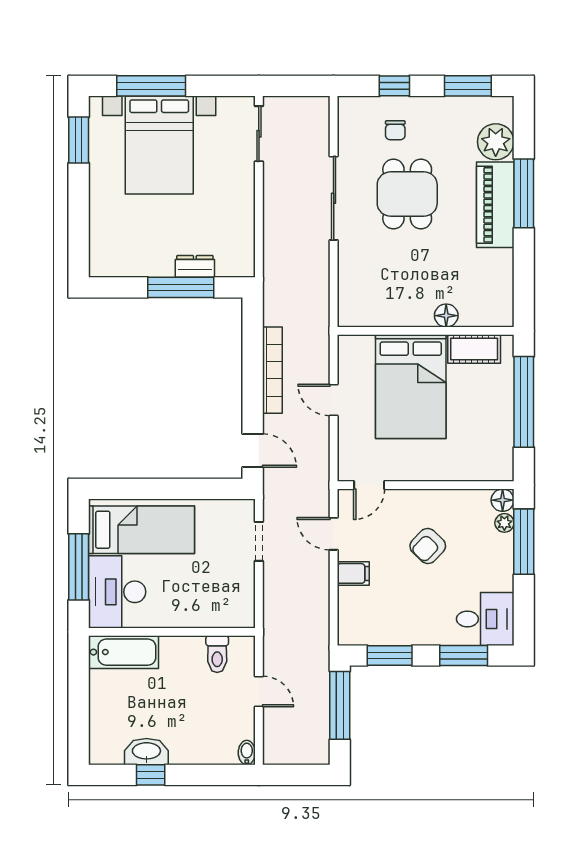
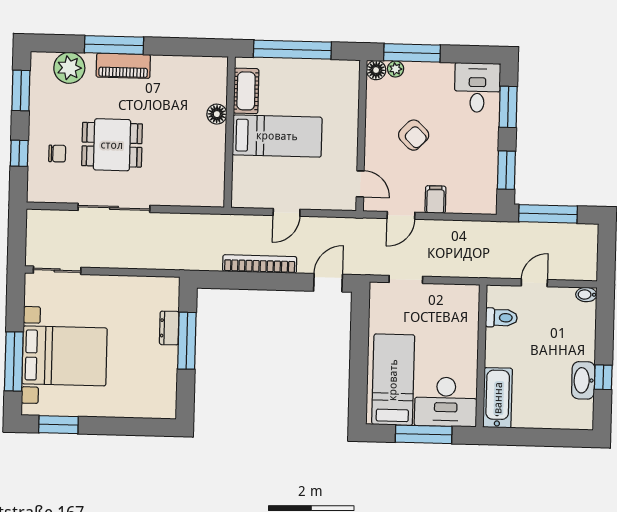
piano: (495, 205) -> (123, 66), width x0.73, depth x0.75
bed: (411, 387) -> (277, 136), width x0.67

